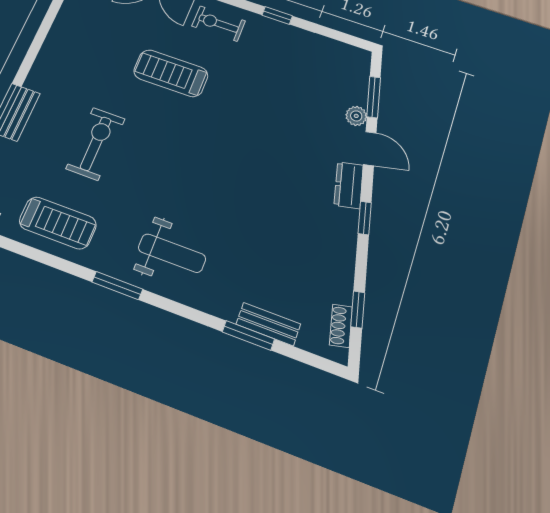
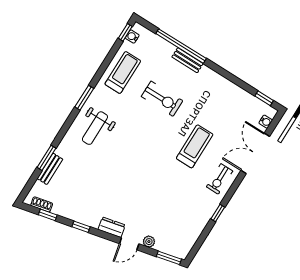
exercise bike: (219, 24) -> (220, 179), turned 180
window: (374, 97) -> (169, 258), moved
window: (365, 218) -> (81, 227), moved
treadmill: (58, 223) -> (123, 72), turned 180

